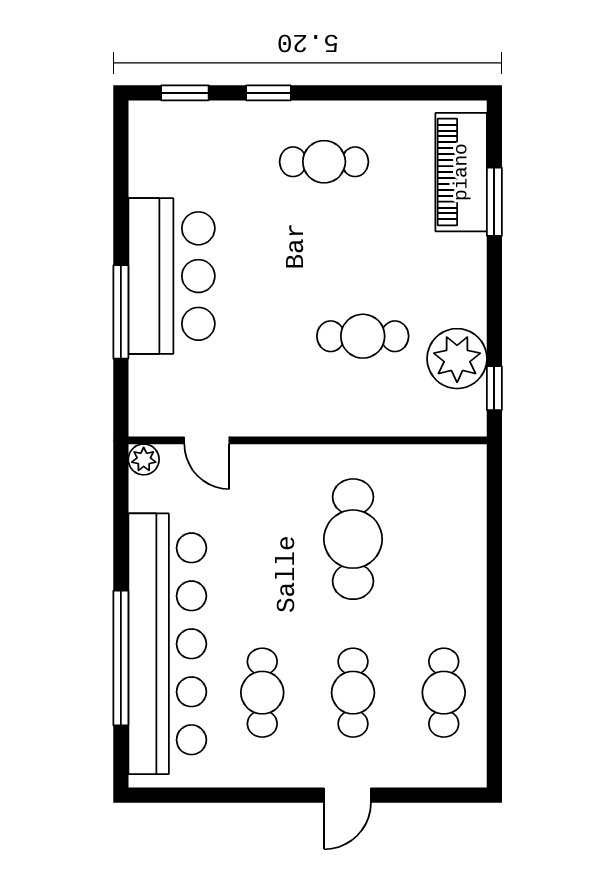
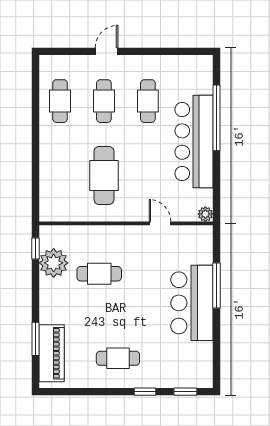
door: (207, 440) -> (160, 223), moved
bar counter: (167, 644) -> (194, 142), width x0.73

